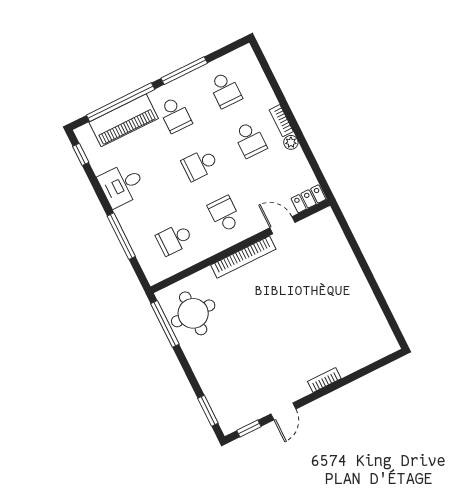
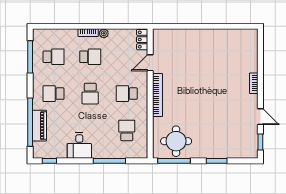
window: (184, 71) -> (30, 57), moved
school desk: (175, 115) -> (54, 94), turned 180
piano: (124, 120) -> (40, 126), width x0.73, depth x0.75
school desk: (174, 239) -> (127, 130), turned 180
window: (208, 411) -> (217, 161), moved

